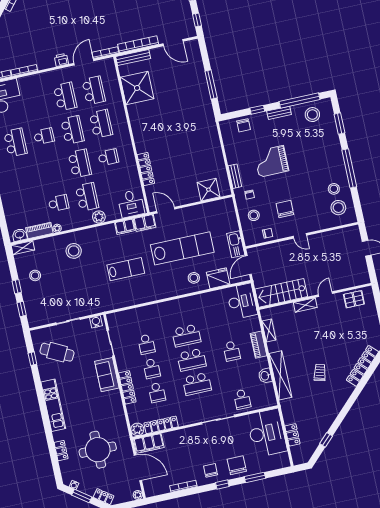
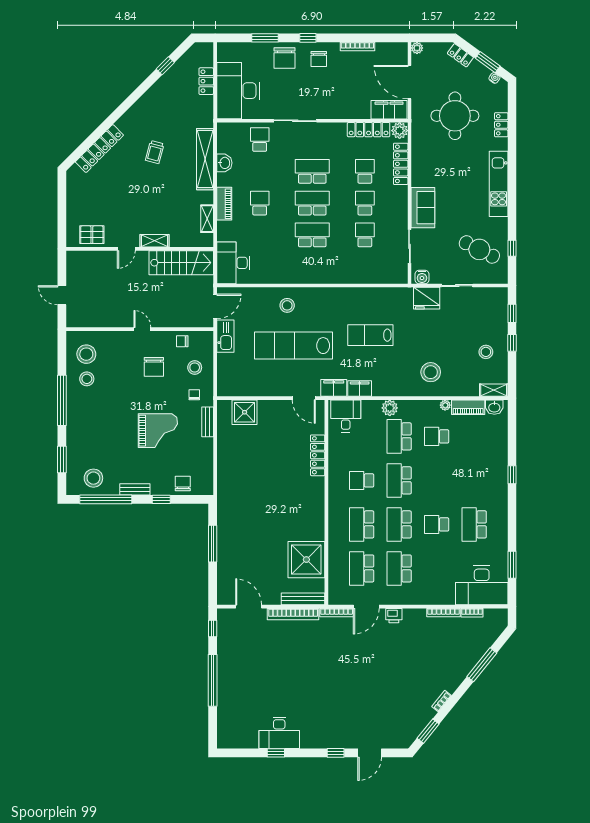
fridge: (218, 278) -> (427, 298), moved
locker: (127, 387) -> (401, 164), moved

